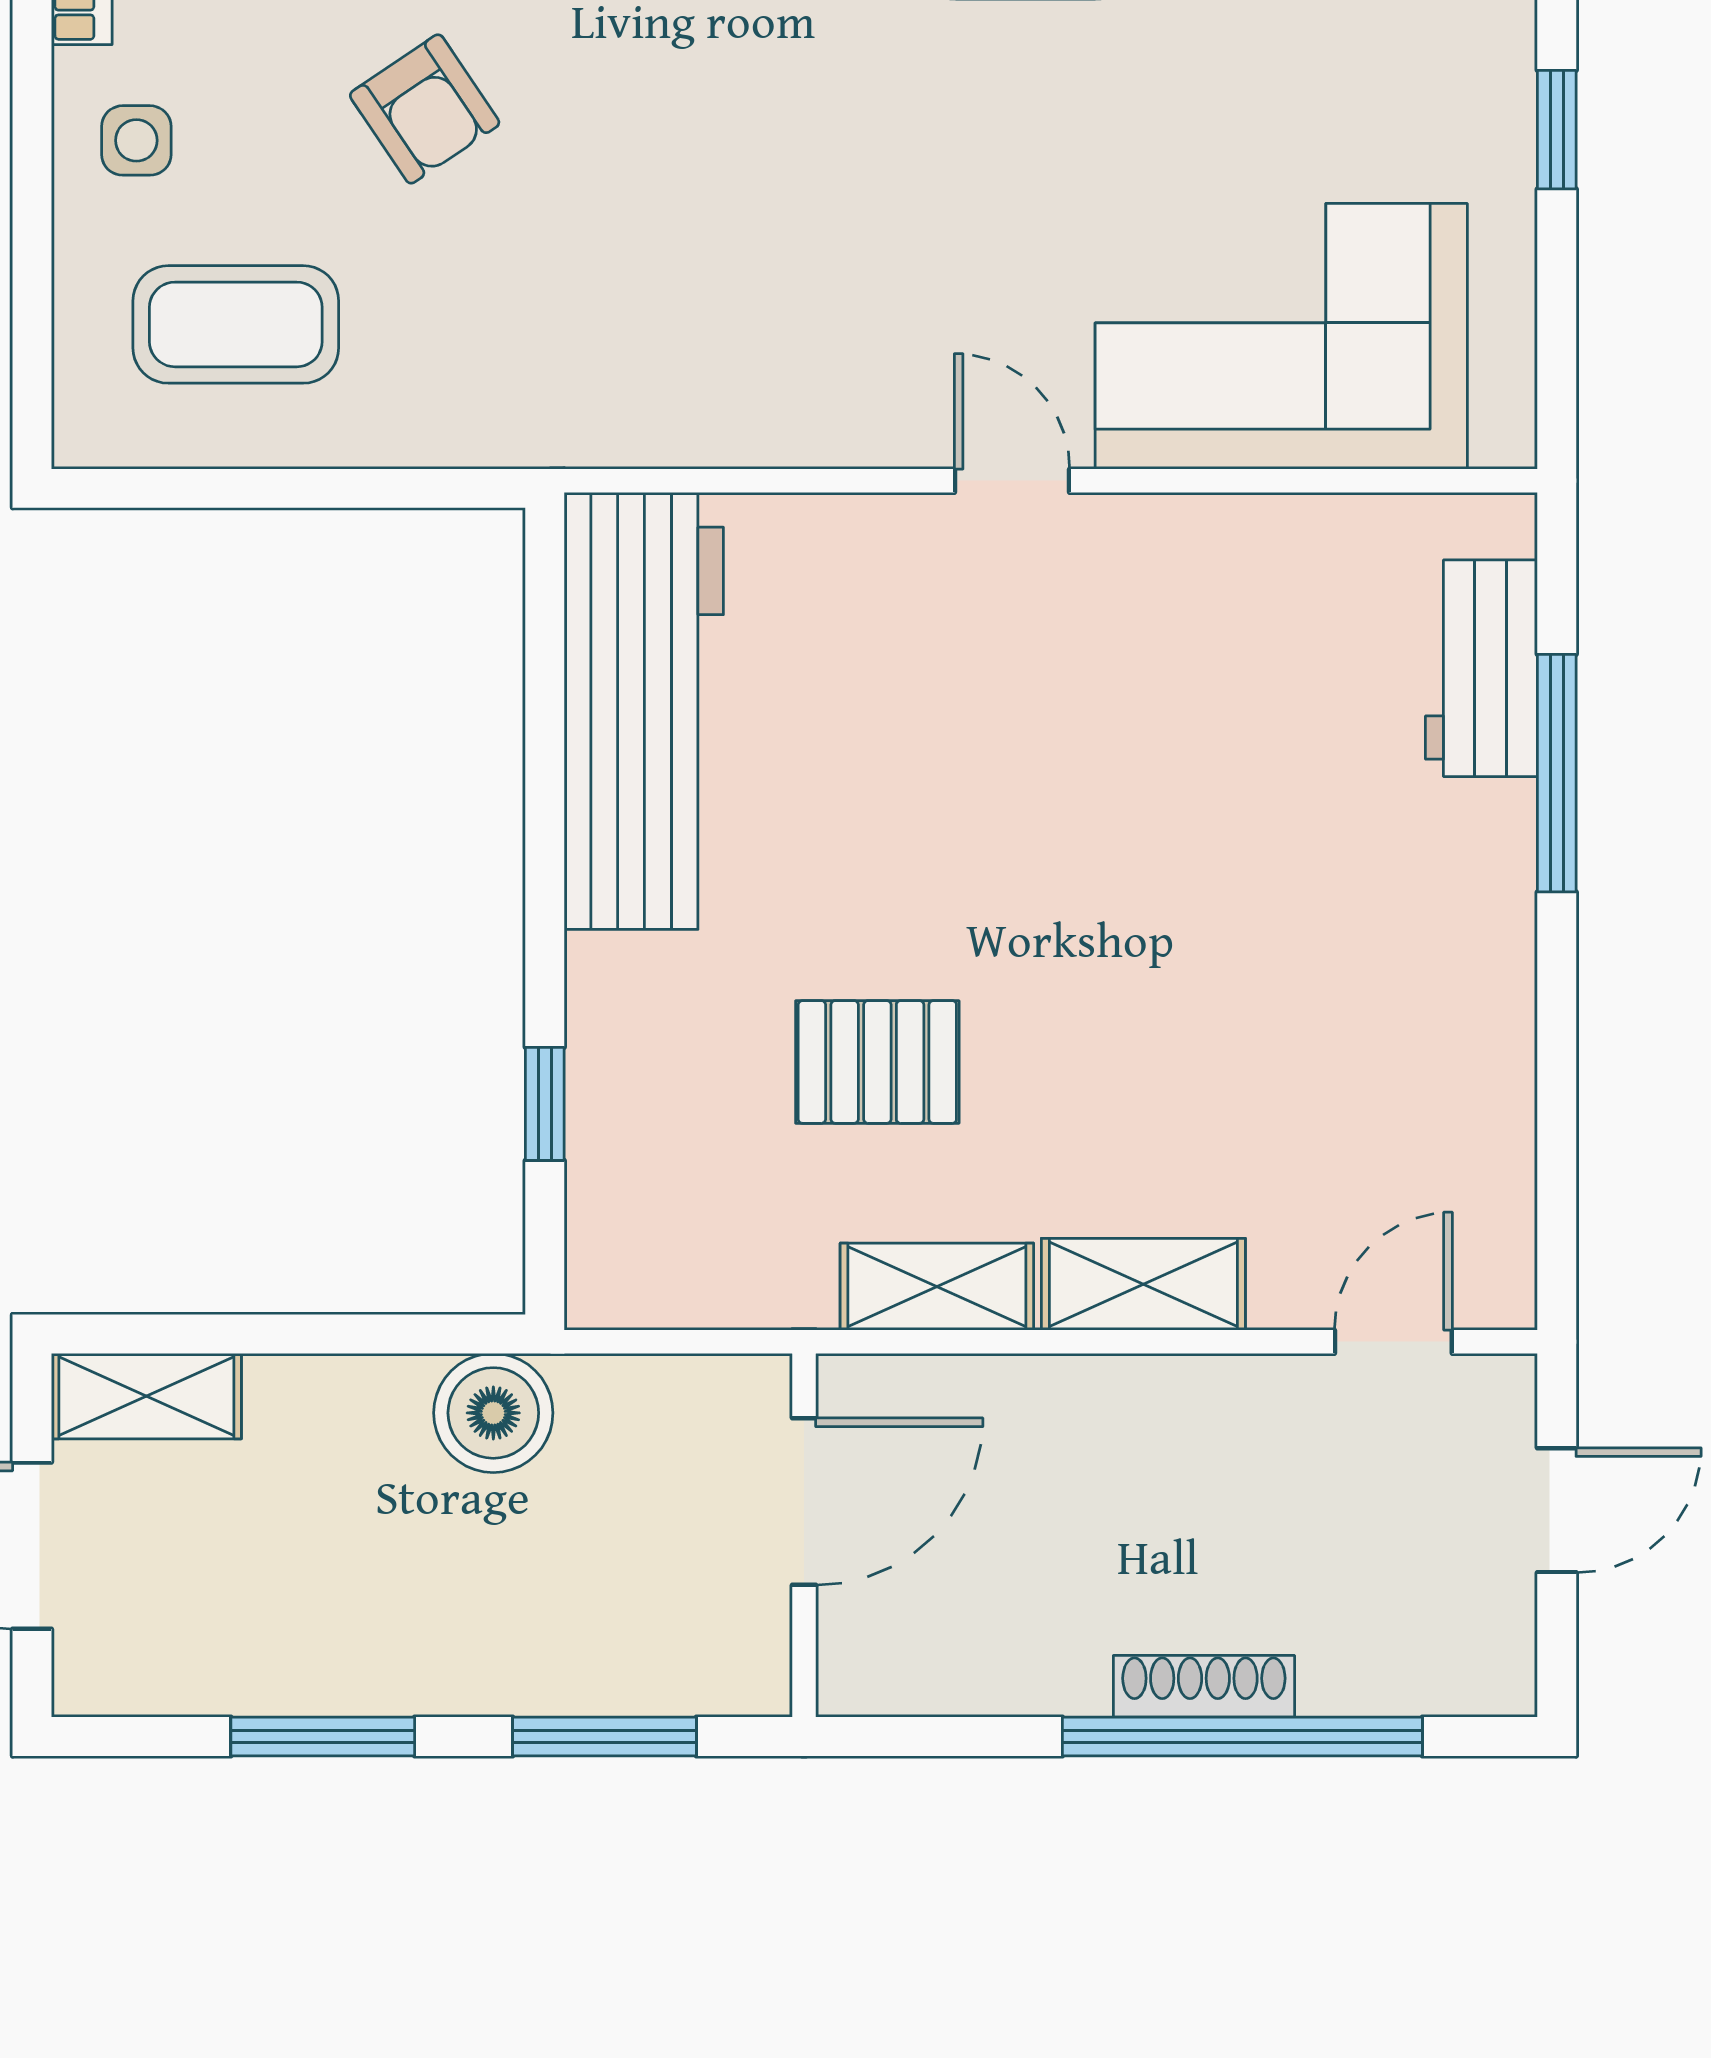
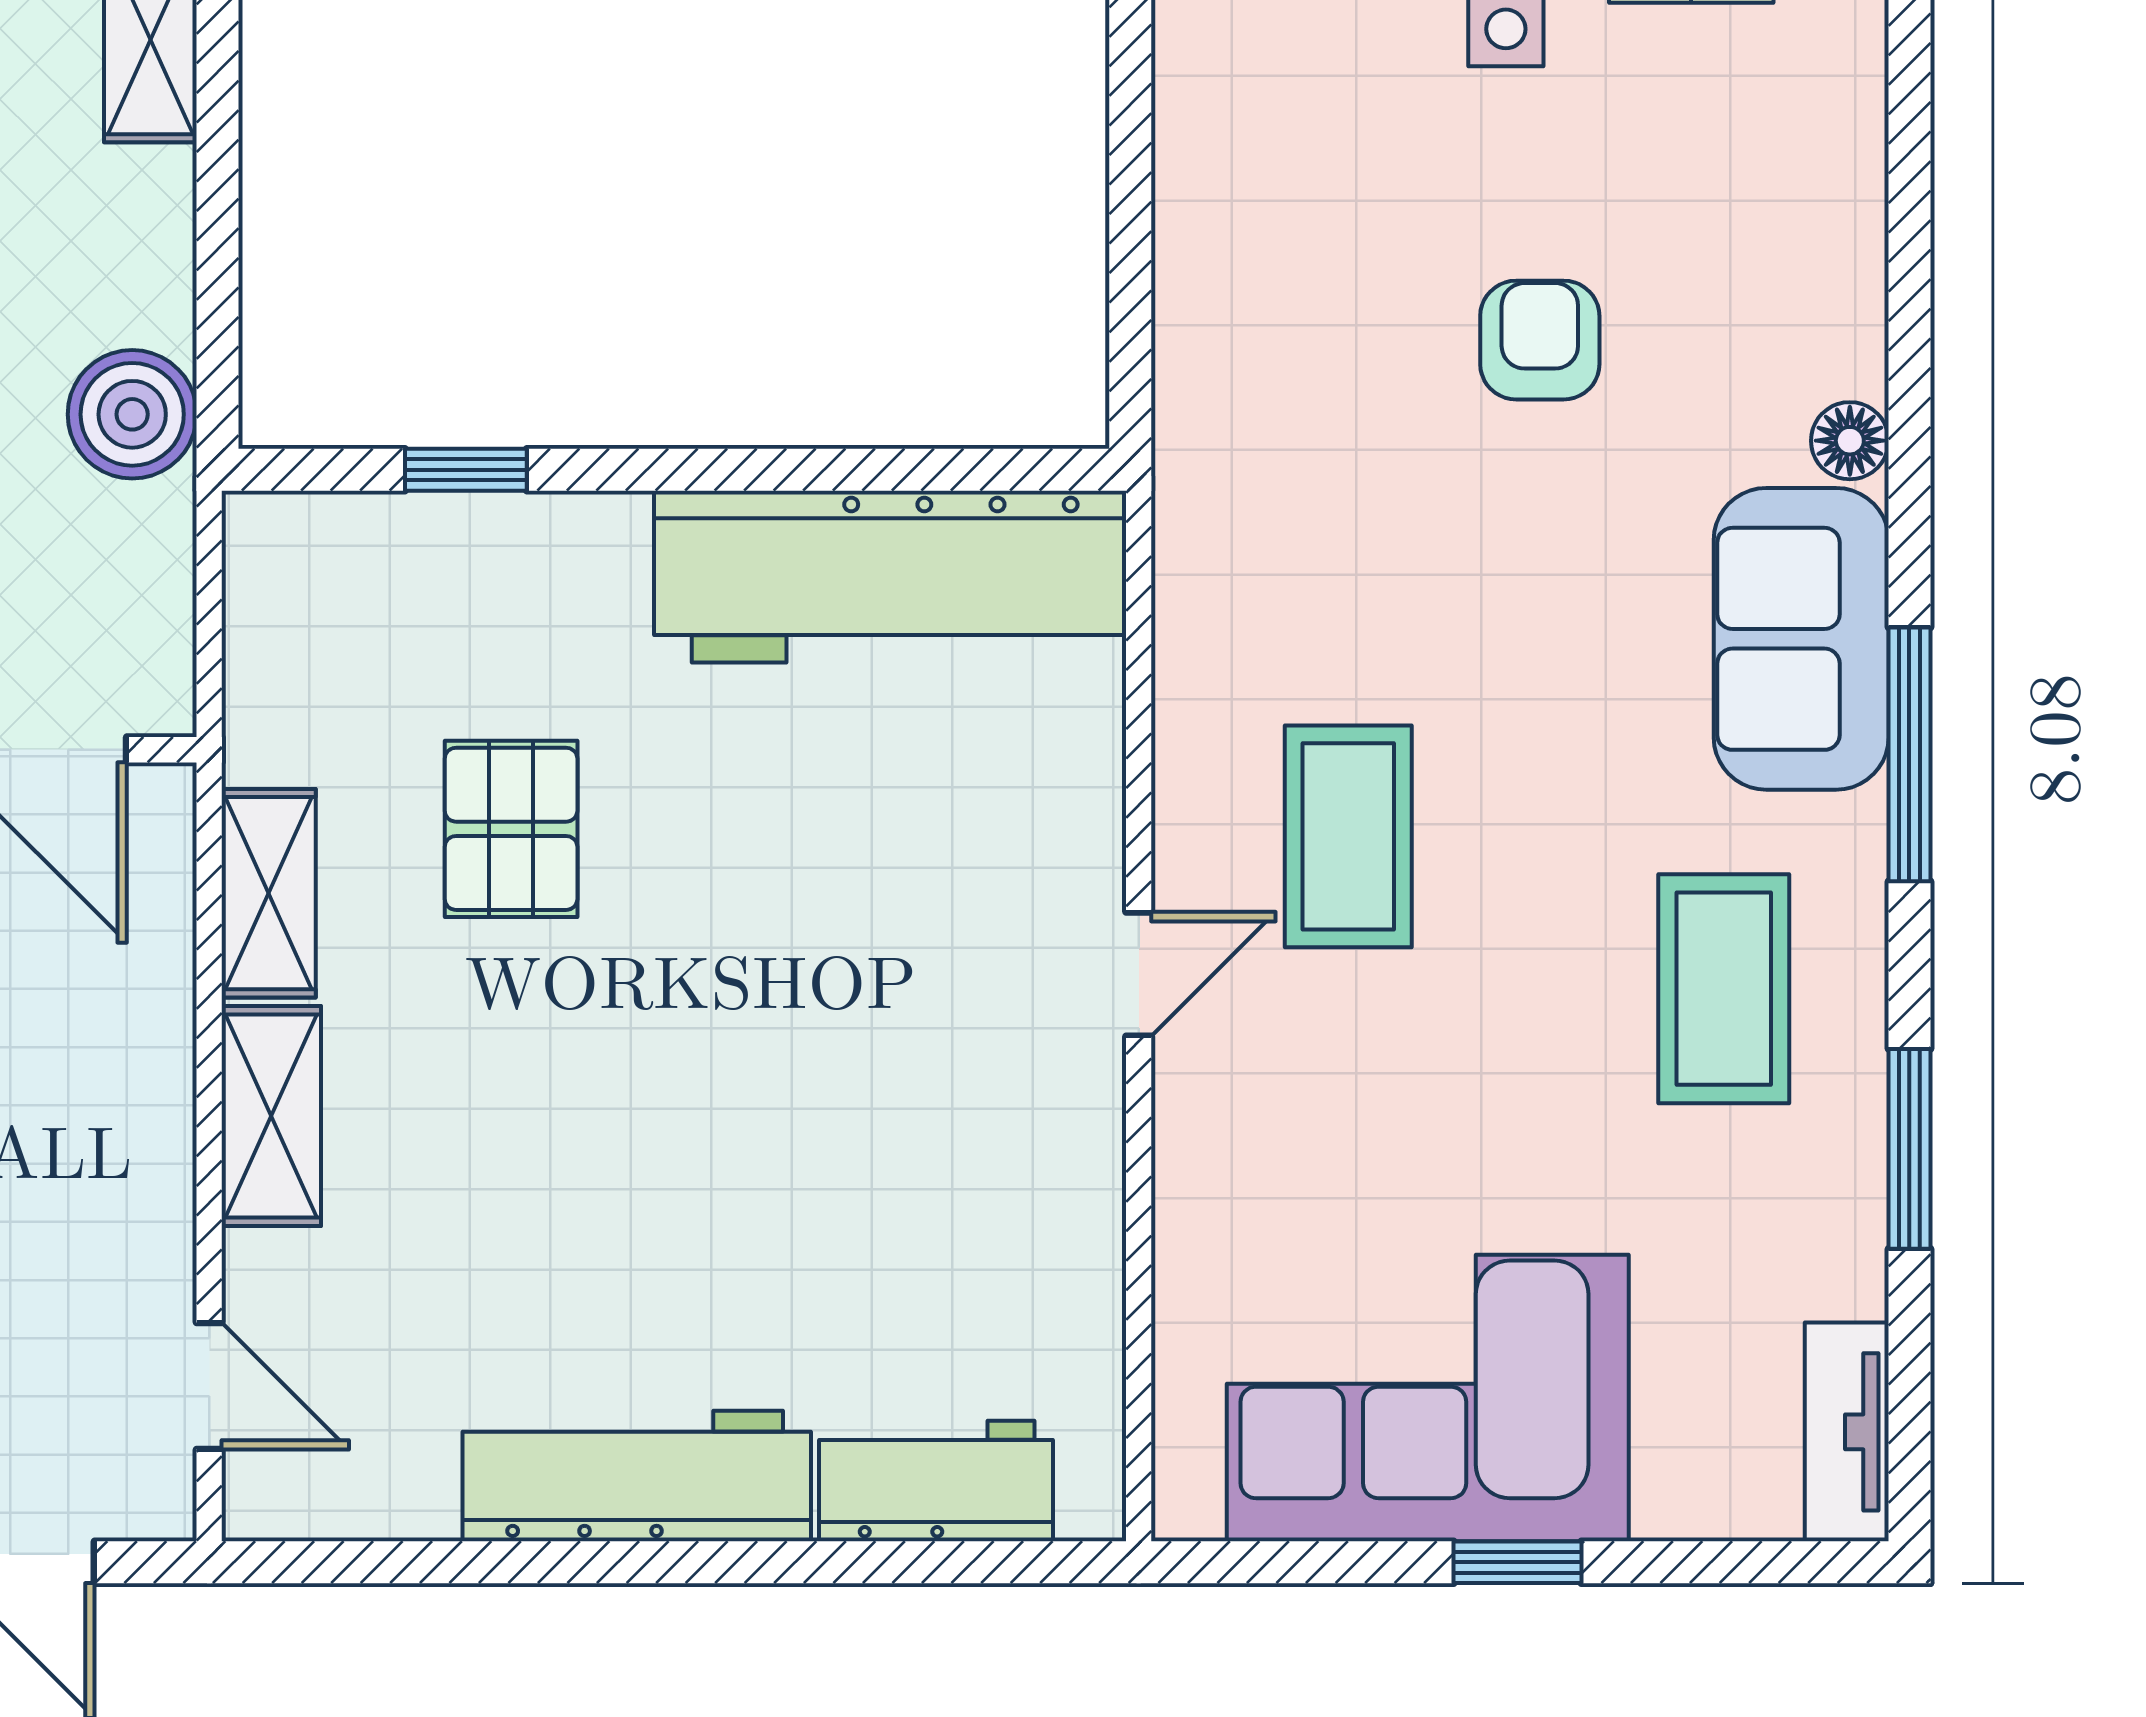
armchair: (425, 109) -> (1540, 340), turned 124
coffee table: (236, 324) -> (1348, 836), moved
corner sofa: (1281, 336) -> (1428, 1398), moved, turned -90
window: (1557, 773) -> (823, 1562), removed
workbench: (1477, 946) -> (637, 1476), added

